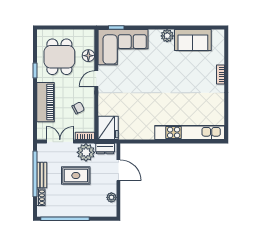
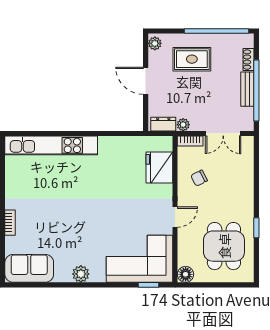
sofa: (193, 40) -> (29, 268), moved
floor lamp: (88, 56) -> (186, 274), moved
piano: (45, 102) -> (243, 186), removed
fridge: (108, 128) -> (159, 167), moved
plant: (86, 152) -> (183, 125), width x0.53, depth x0.53
door: (118, 170) -> (146, 81), moved
rug: (76, 175) -> (192, 59), moved
plant: (111, 197) -> (155, 43), moved

